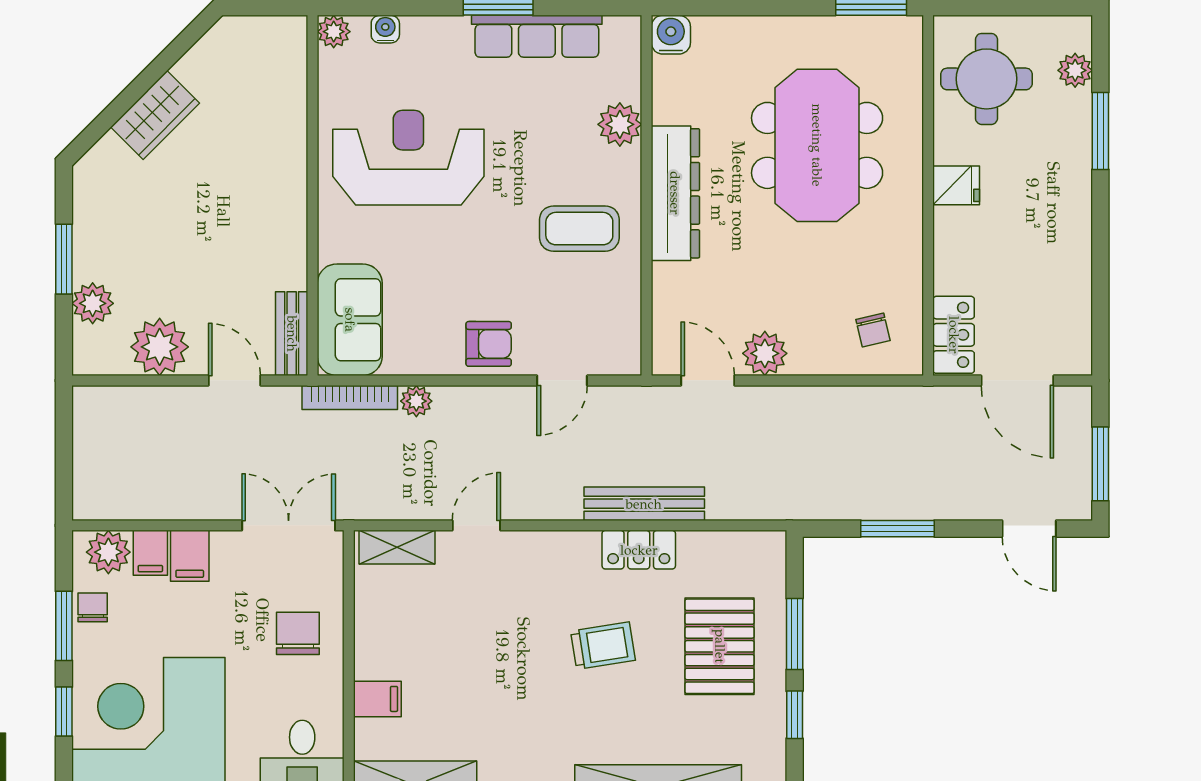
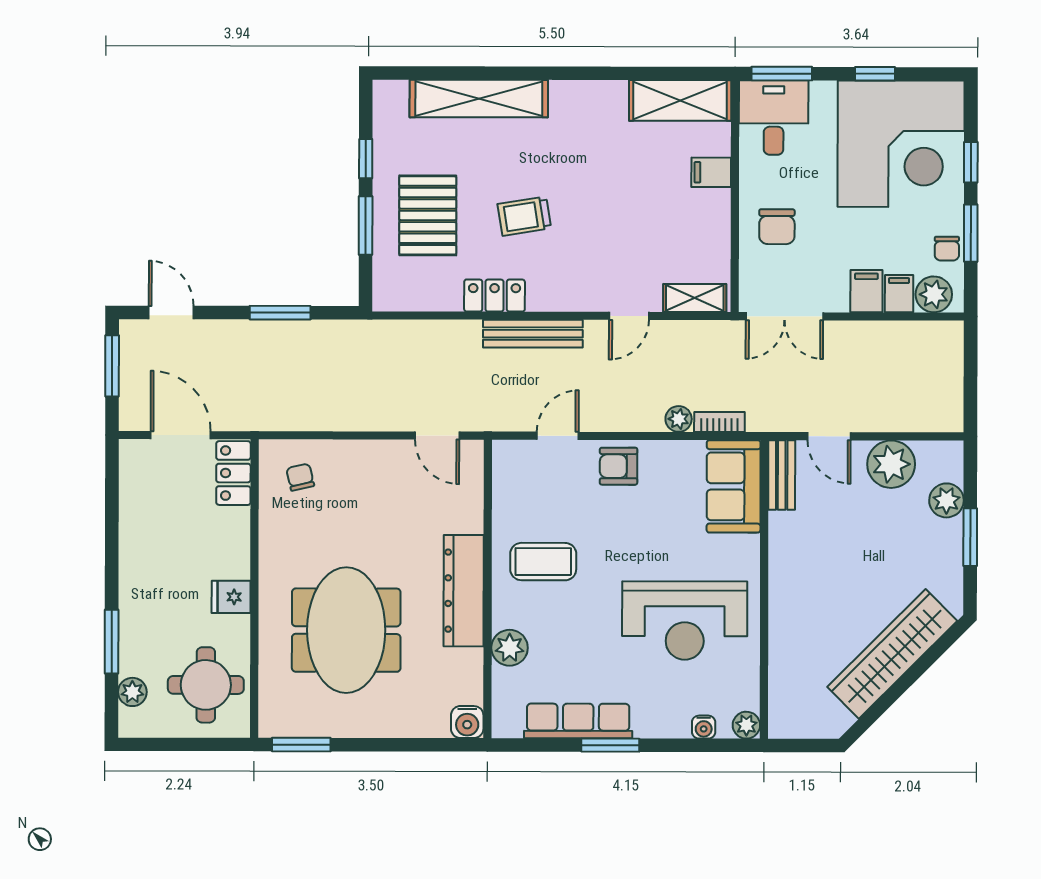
wardrobe: (155, 115) -> (892, 654), width x2.10, depth x1.17
plant: (765, 353) -> (390, 458), removed
bookcase: (350, 397) -> (719, 422), width x0.64
bench: (644, 504) -> (533, 334), moved

